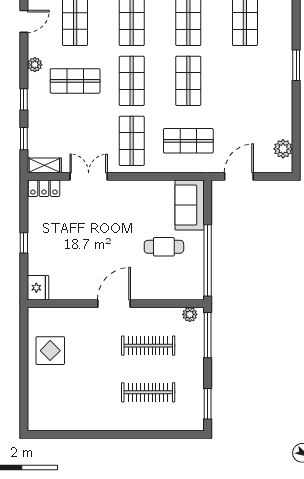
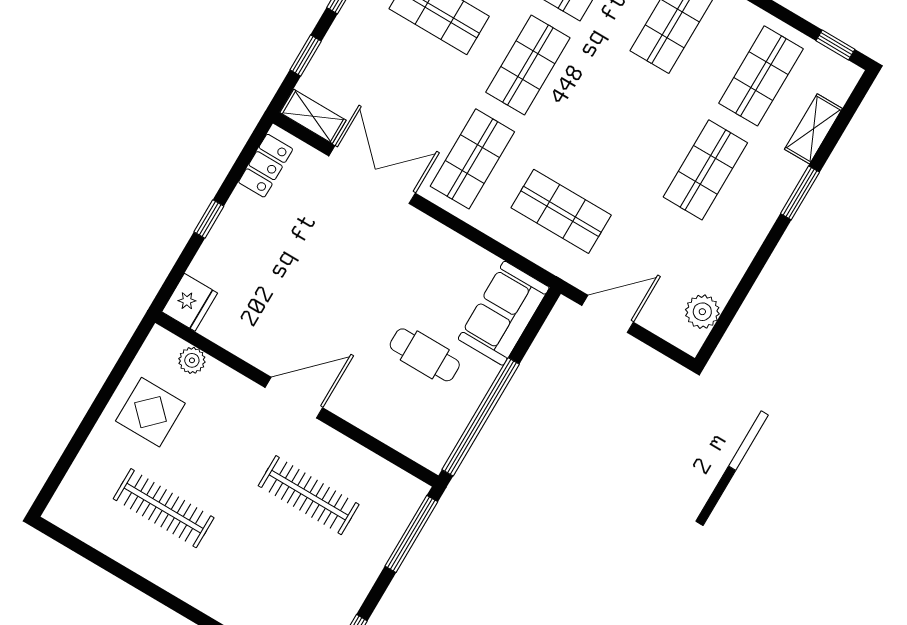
shelving: (285, 31) -> (813, 129), added
shop shelf: (188, 81) -> (705, 170), moved
double door: (89, 176) -> (372, 175), width x1.37
locker: (44, 188) -> (266, 166), moved, turned -90
plant: (190, 314) -> (192, 360), moved
clothes rail: (148, 392) -> (164, 508), moved

